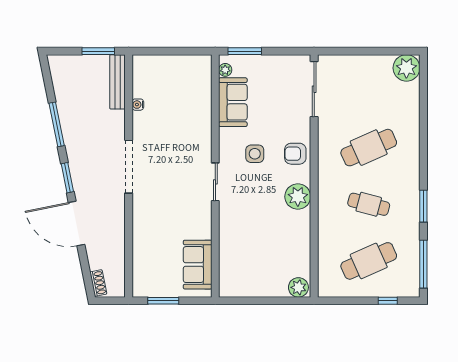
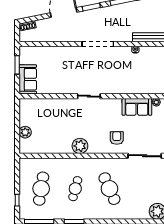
side table: (255, 154) -> (106, 120), removed
armchair: (295, 154) -> (117, 138), moved
cafe table: (369, 261) -> (41, 189), turned 33
sofa: (198, 265) -> (28, 79), moved, turned 90
plant: (298, 287) -> (25, 132), moved

